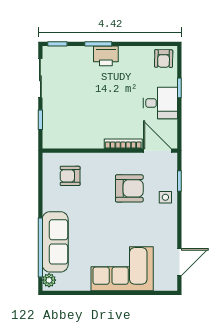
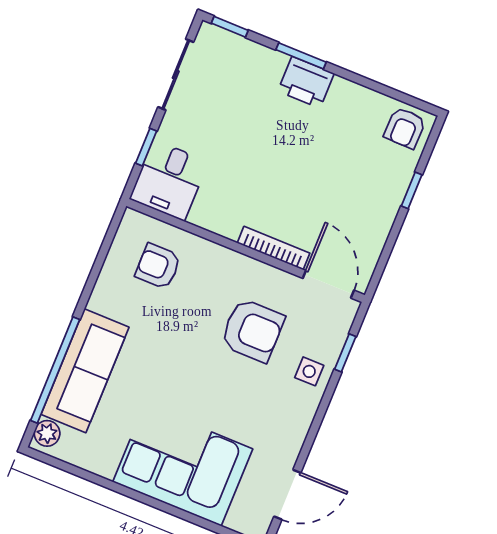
desk: (160, 103) -> (169, 180), moved, turned 90

